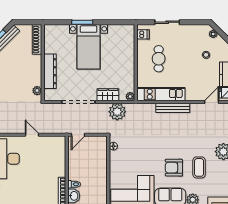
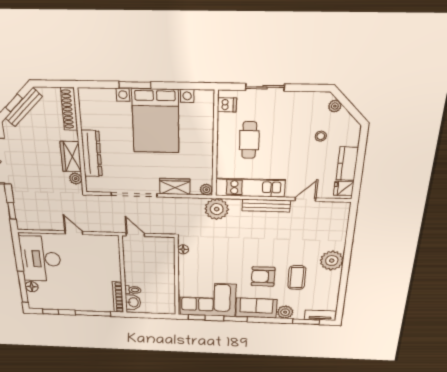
bed with nightstands: (89, 47) -> (156, 121), width x1.36
wardrobe: (35, 74) -> (71, 157), added
door: (212, 102) -> (305, 199), moved
plant: (117, 112) -> (217, 209), moved
door: (78, 135) -> (135, 235), swing flipped

